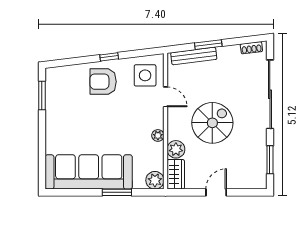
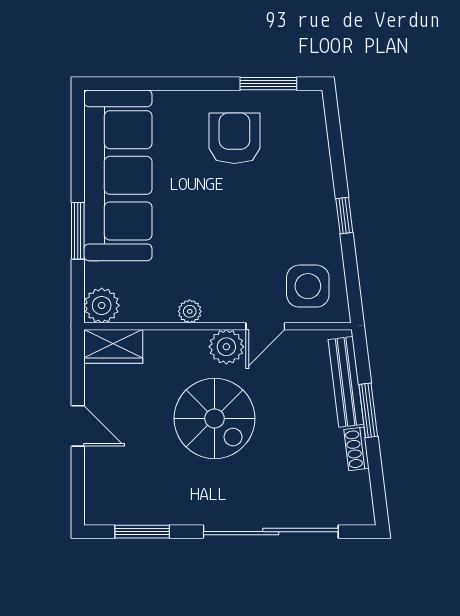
shoe rack: (251, 48) -> (356, 449), moved
armchair: (103, 82) -> (234, 138), moved
plant: (176, 149) -> (226, 347), moved

